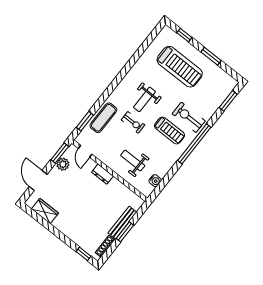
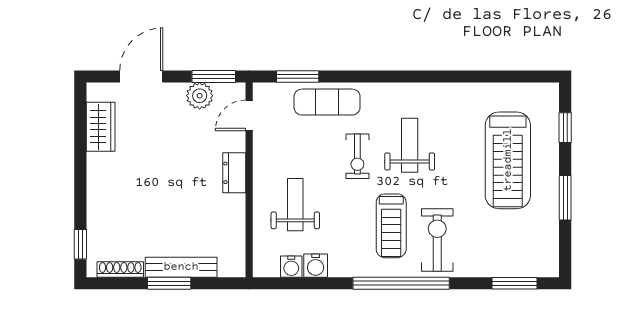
weight bench: (144, 99) -> (410, 145), turned 90
water cooler: (162, 171) -> (316, 266), added

